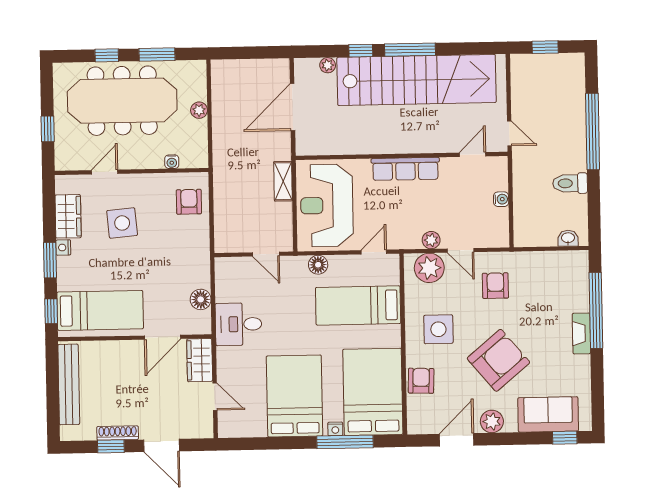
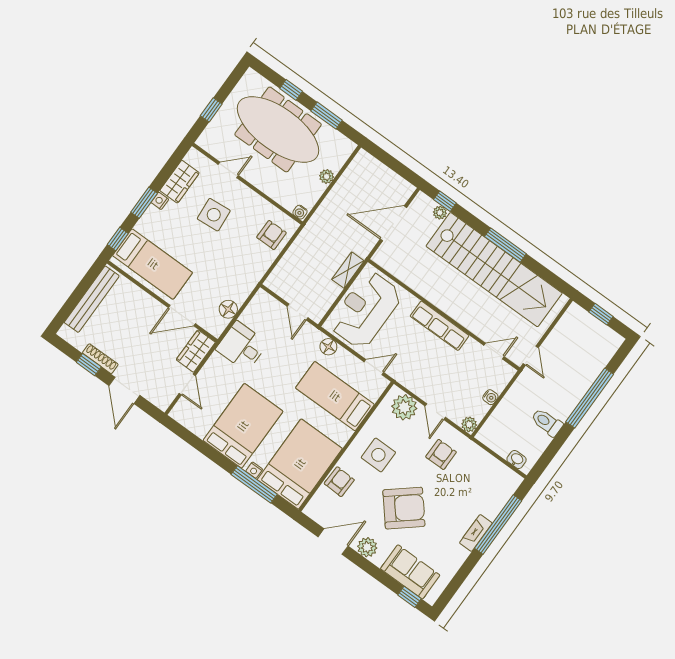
window: (361, 51) -> (445, 201), moved
water cooler: (172, 162) -> (300, 212), moved
plant: (431, 240) -> (469, 424), moved

